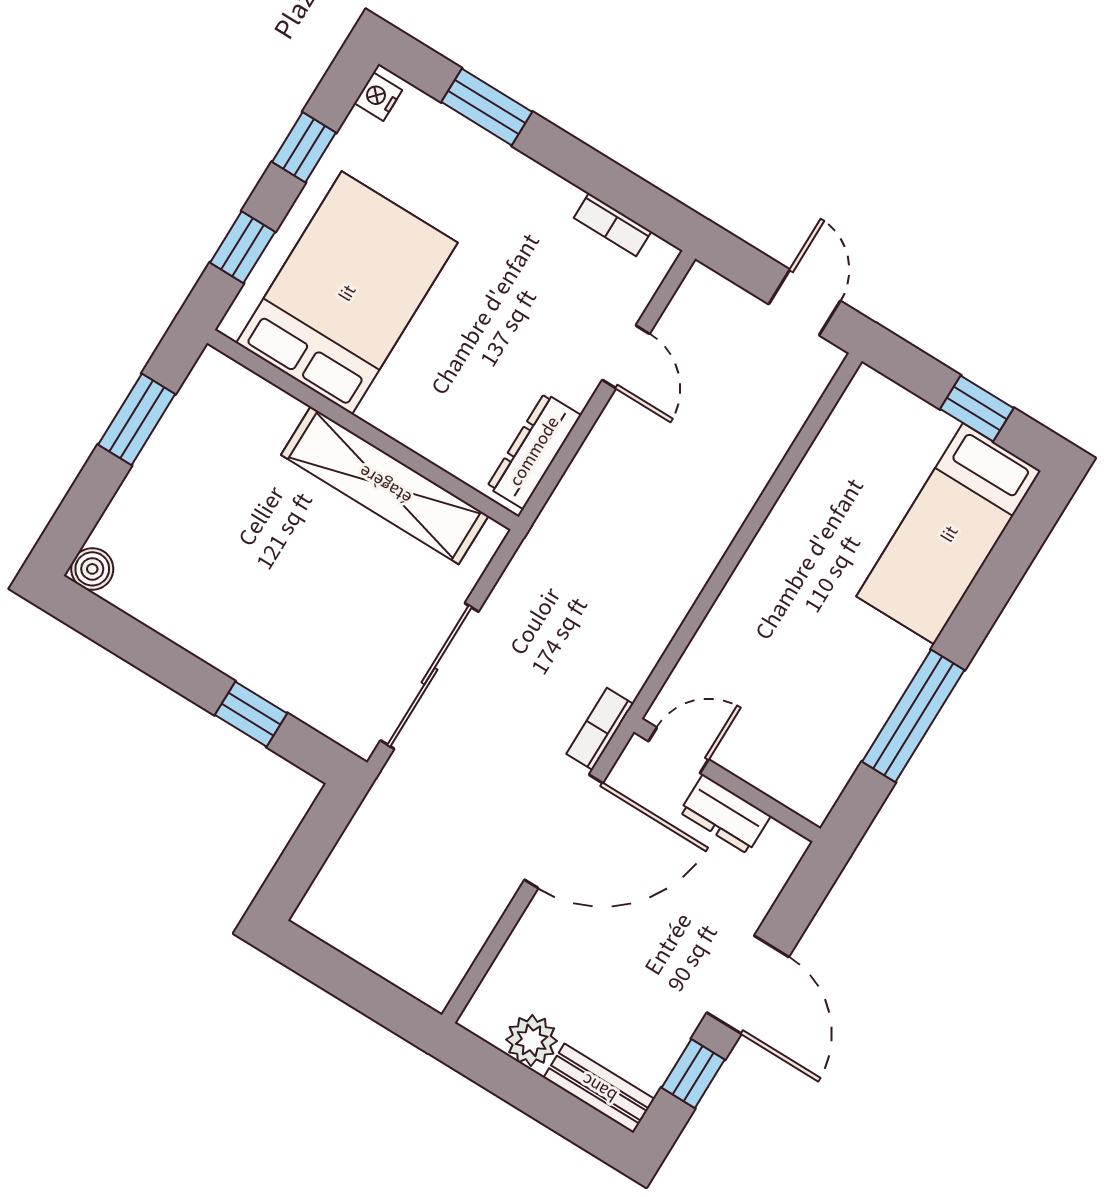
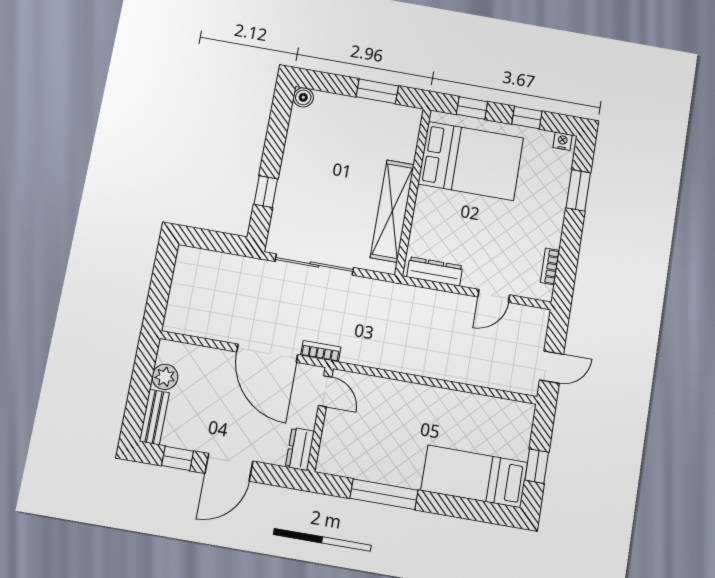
dresser: (725, 814) -> (300, 449), moved

